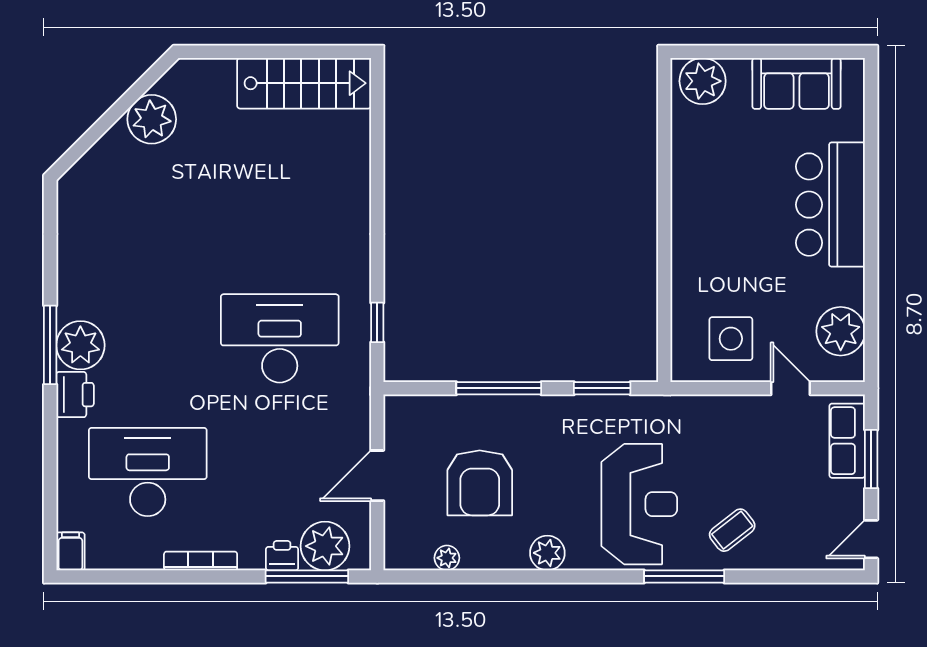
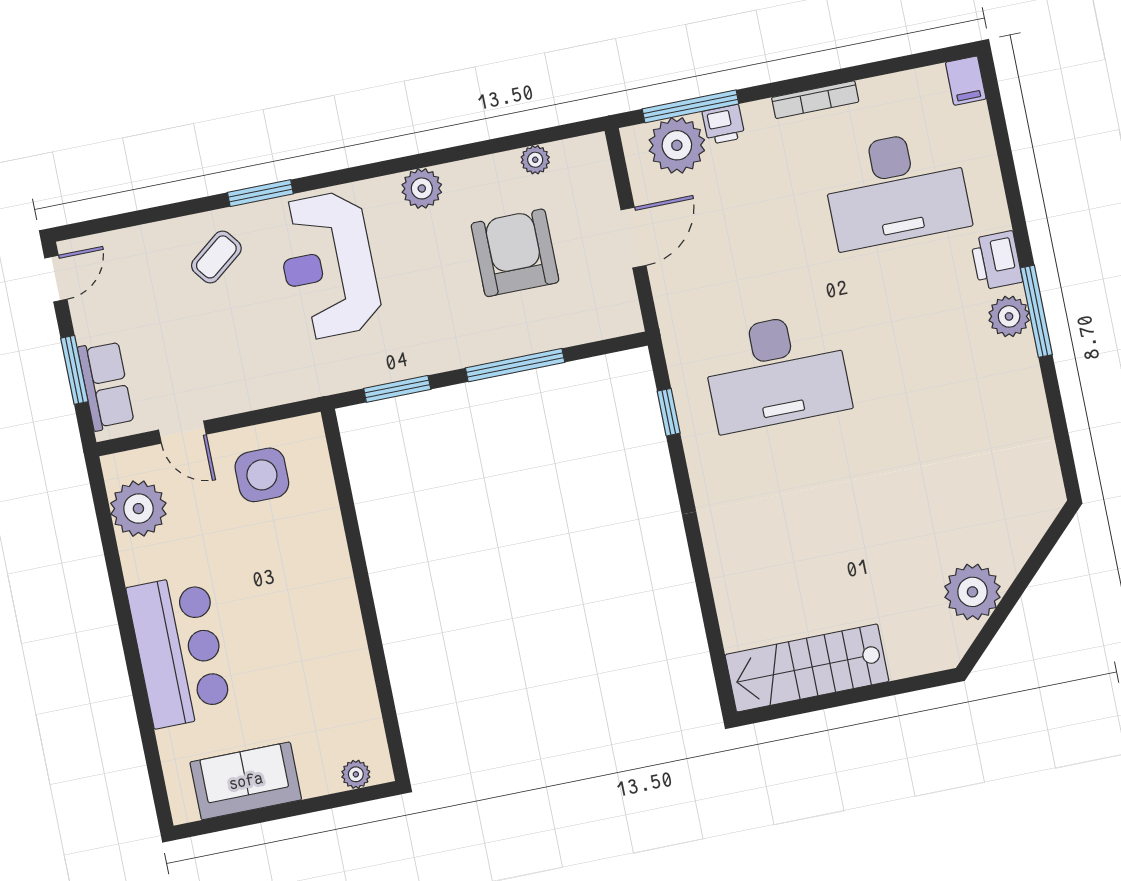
plant: (703, 81) -> (356, 774), width x0.53, depth x0.53
plant: (80, 345) -> (1009, 316), width x0.73, depth x0.73
window: (684, 576) -> (260, 193), width x0.69

